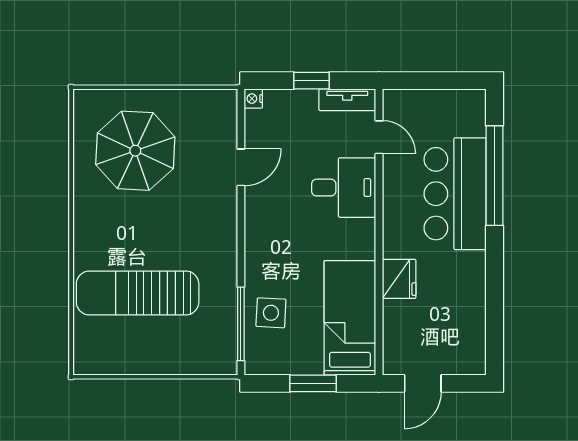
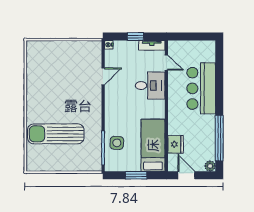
parasol: (135, 151) -> (55, 69), removed
window: (495, 176) -> (219, 138), moved
fridge: (399, 279) -> (176, 144), moved
plant: (474, 363) -> (210, 166), added
door: (423, 383) -> (186, 175), swing flipped

